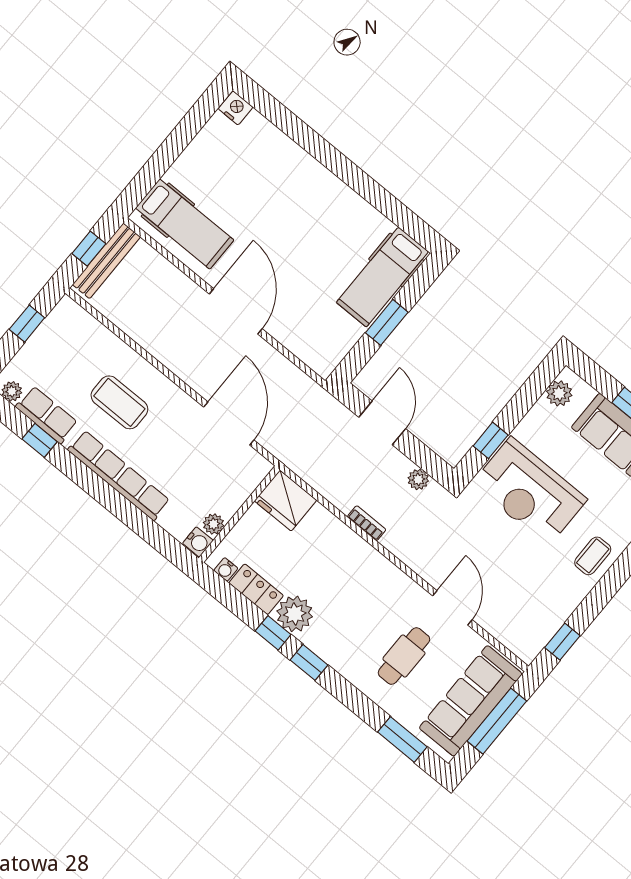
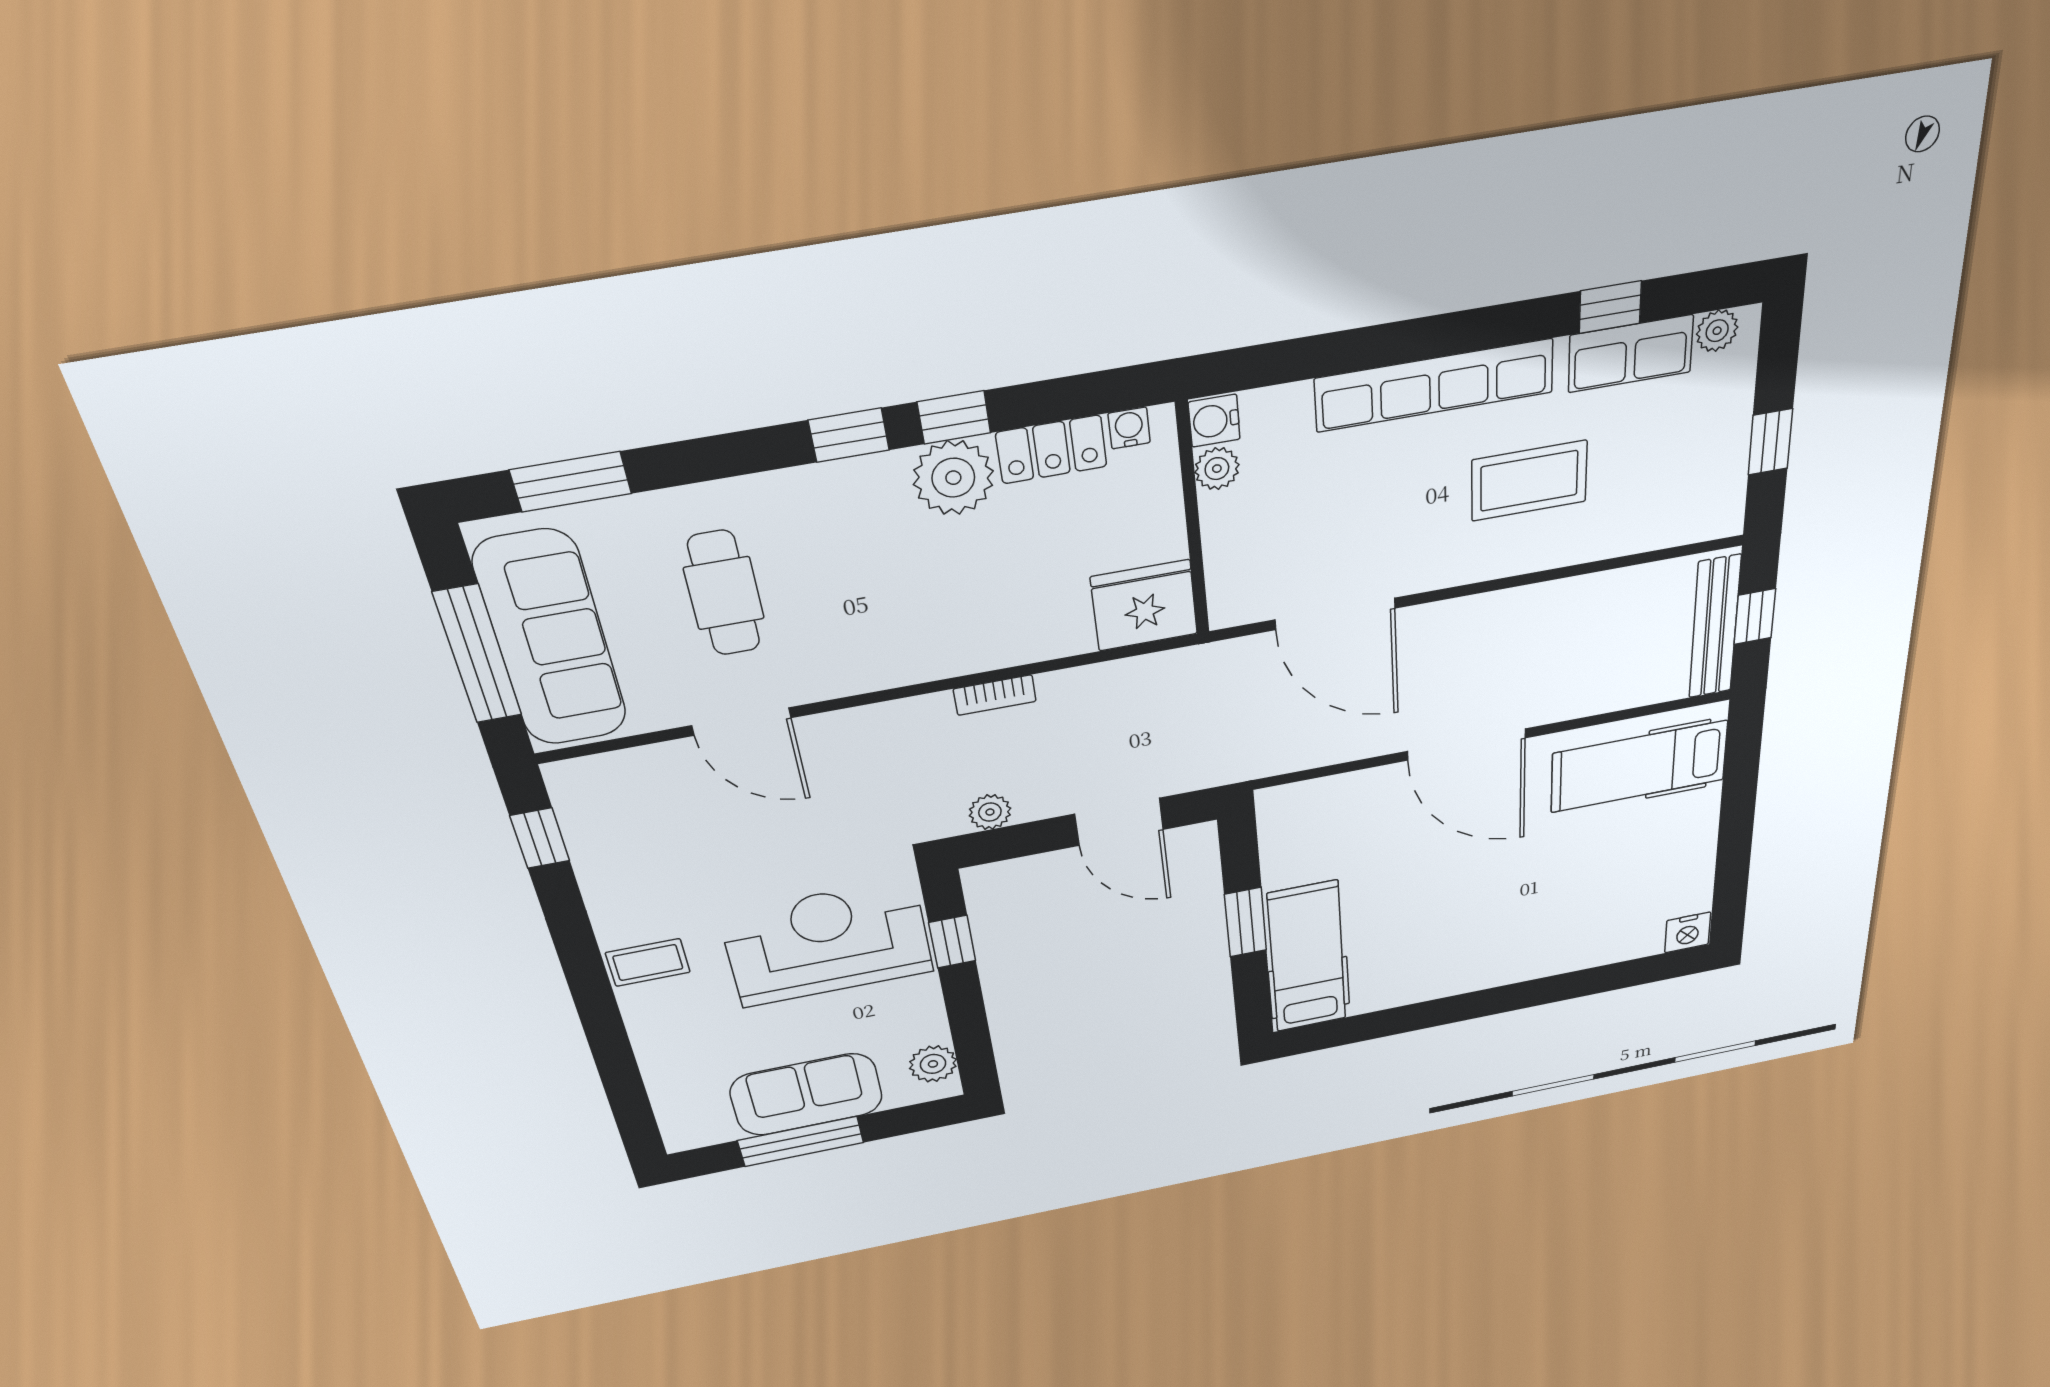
coffee table: (593, 556) -> (648, 962), turned 90

